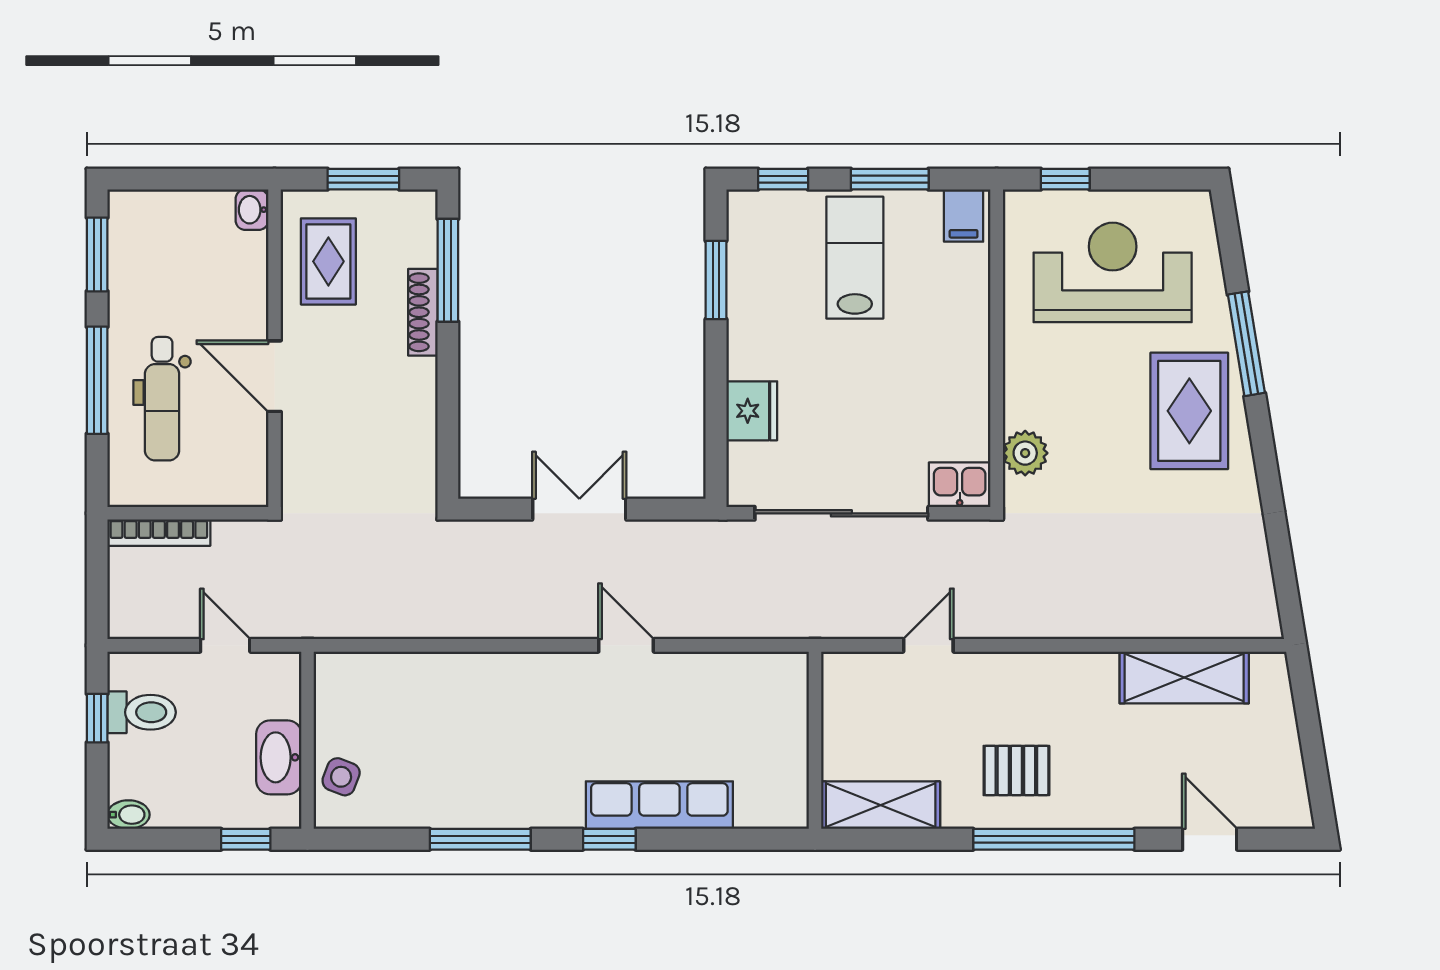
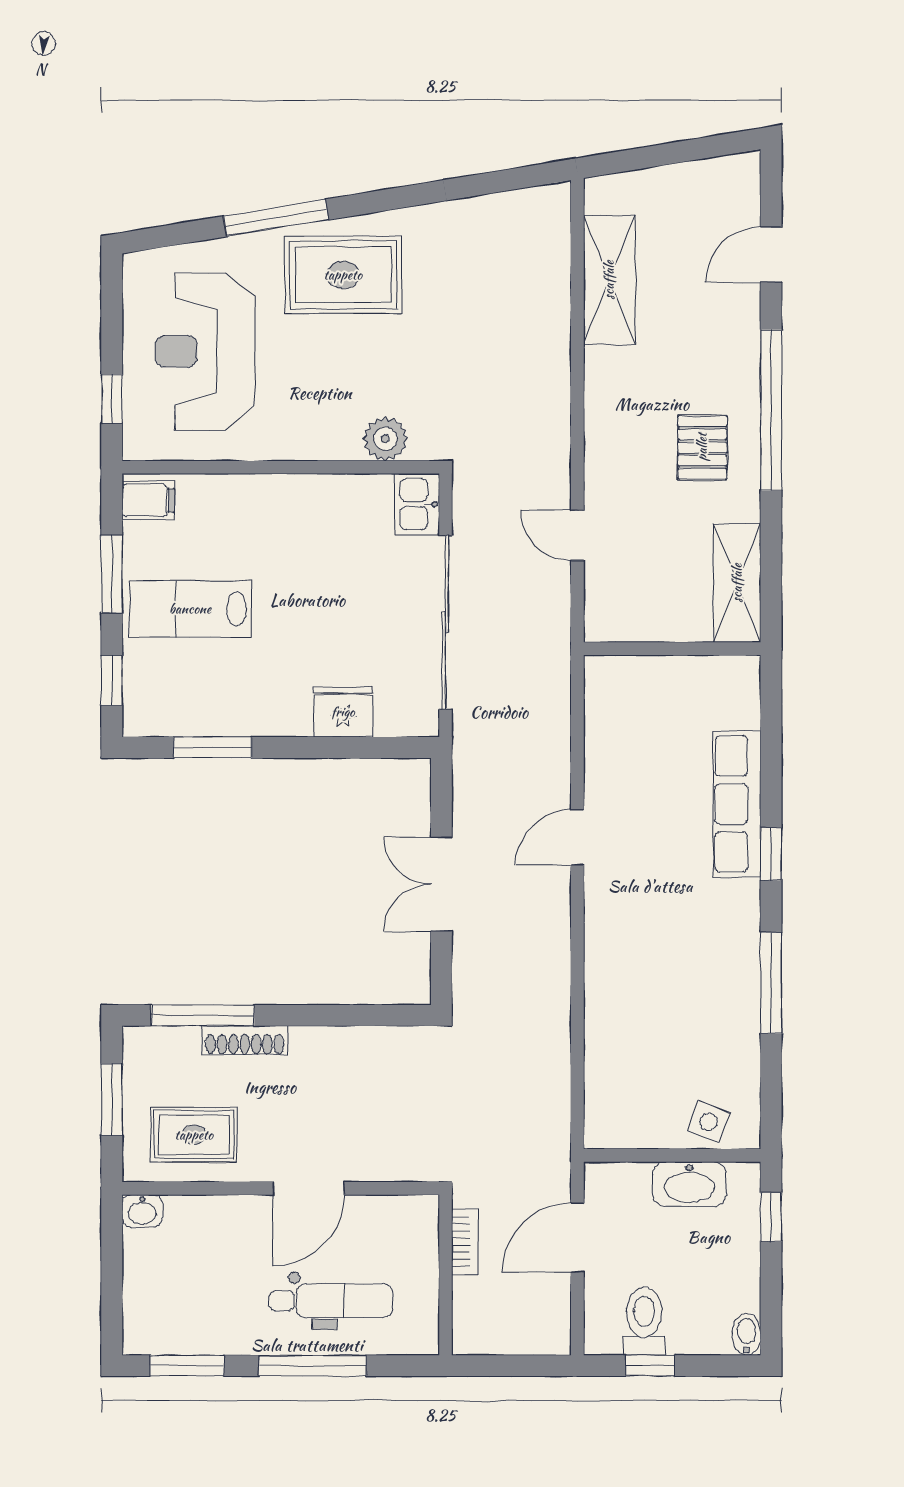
bookcase: (159, 533) -> (465, 1242), moved, width x0.64
door: (225, 645) -> (577, 1238), width x1.38

